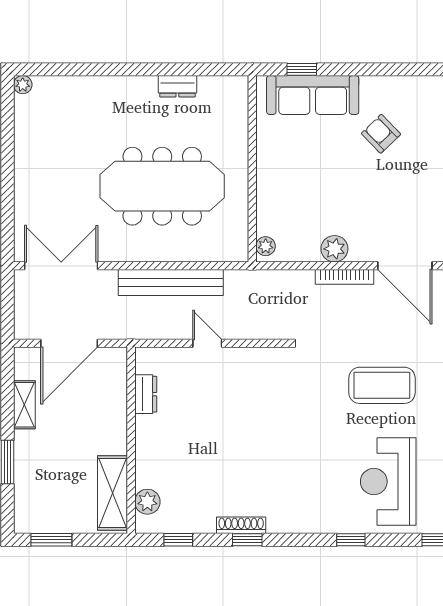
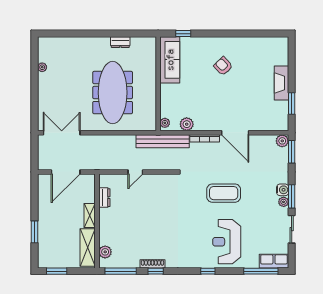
plant: (23, 85) -> (42, 67), moved
sofa: (313, 95) -> (170, 60), moved, turned -90
meeting table: (162, 186) -> (113, 93), turned 90
plant: (334, 249) -> (187, 124), moved
bench: (171, 282) -> (163, 141), moved
door: (207, 343) -> (135, 172), swing flipped
shelving: (24, 405) -> (90, 215), moved
window: (178, 540) -> (121, 271), width x2.17

